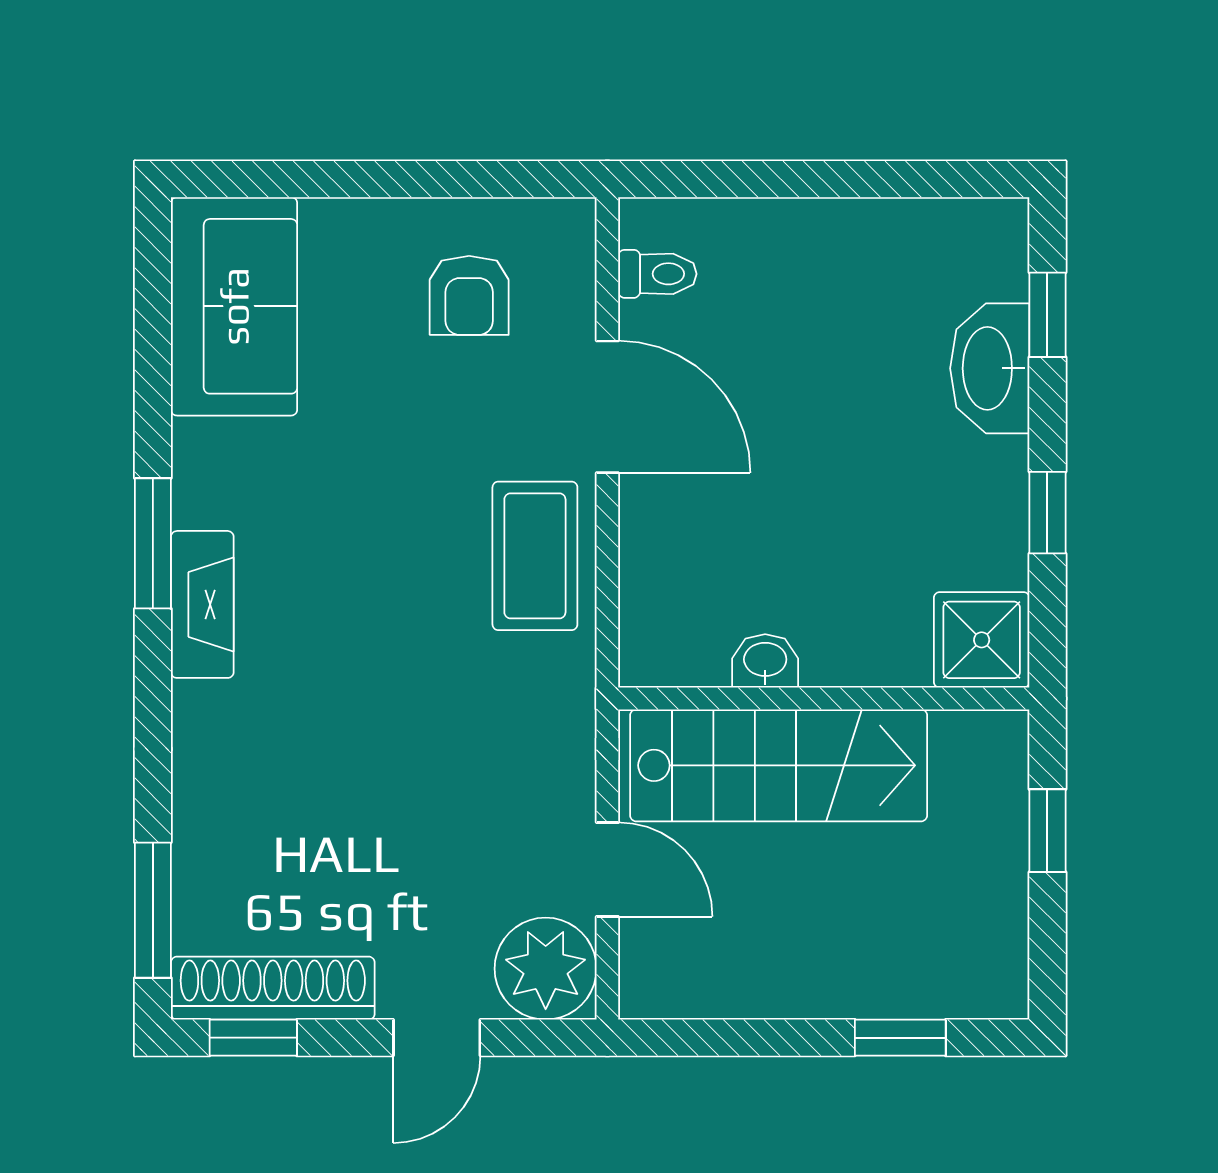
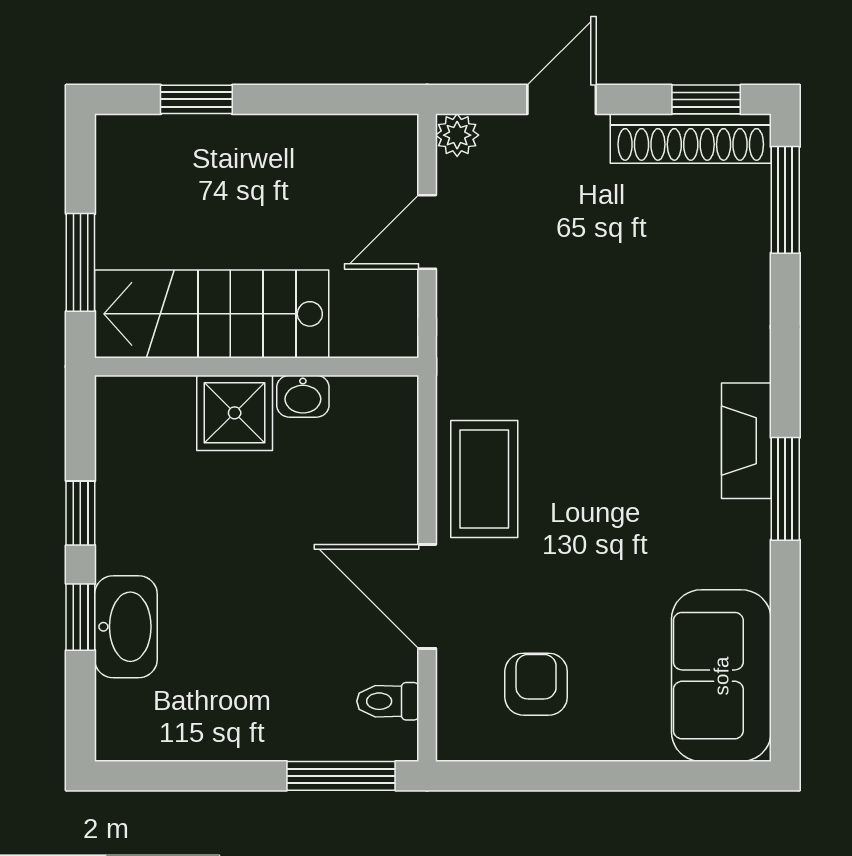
window: (717, 179) -> (341, 776), added
window: (1047, 315) -> (80, 617), moved
shower: (982, 640) -> (235, 413), moved
stairs: (779, 765) -> (212, 314), moved
window: (1047, 831) -> (80, 262), width x1.50
door: (607, 870) -> (427, 232), hinge flipped
plant: (546, 969) -> (457, 135), width x0.53, depth x0.53

